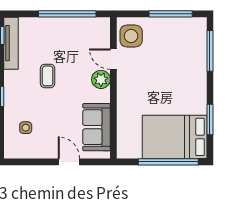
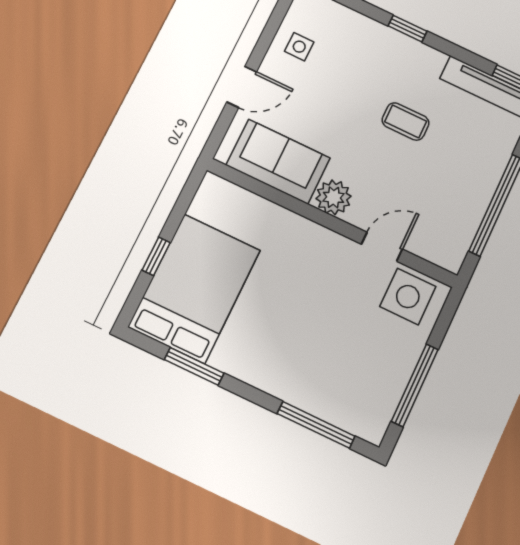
plant: (101, 79) -> (334, 197), moved
side table: (26, 128) -> (299, 47), moved
window: (168, 162) -> (156, 256), width x0.32

